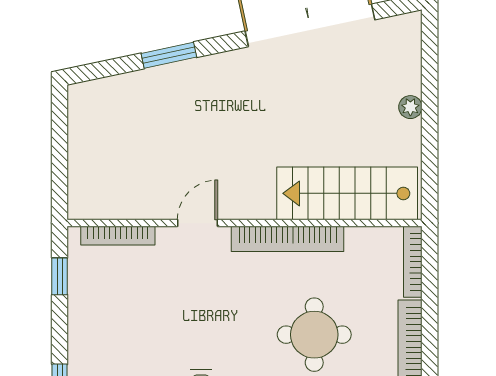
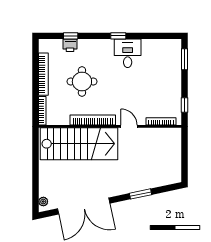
plant: (410, 107) -> (43, 202), moved
stairs: (347, 193) -> (79, 144), width x1.36, depth x1.51
door: (198, 223) -> (129, 126), swing flipped

